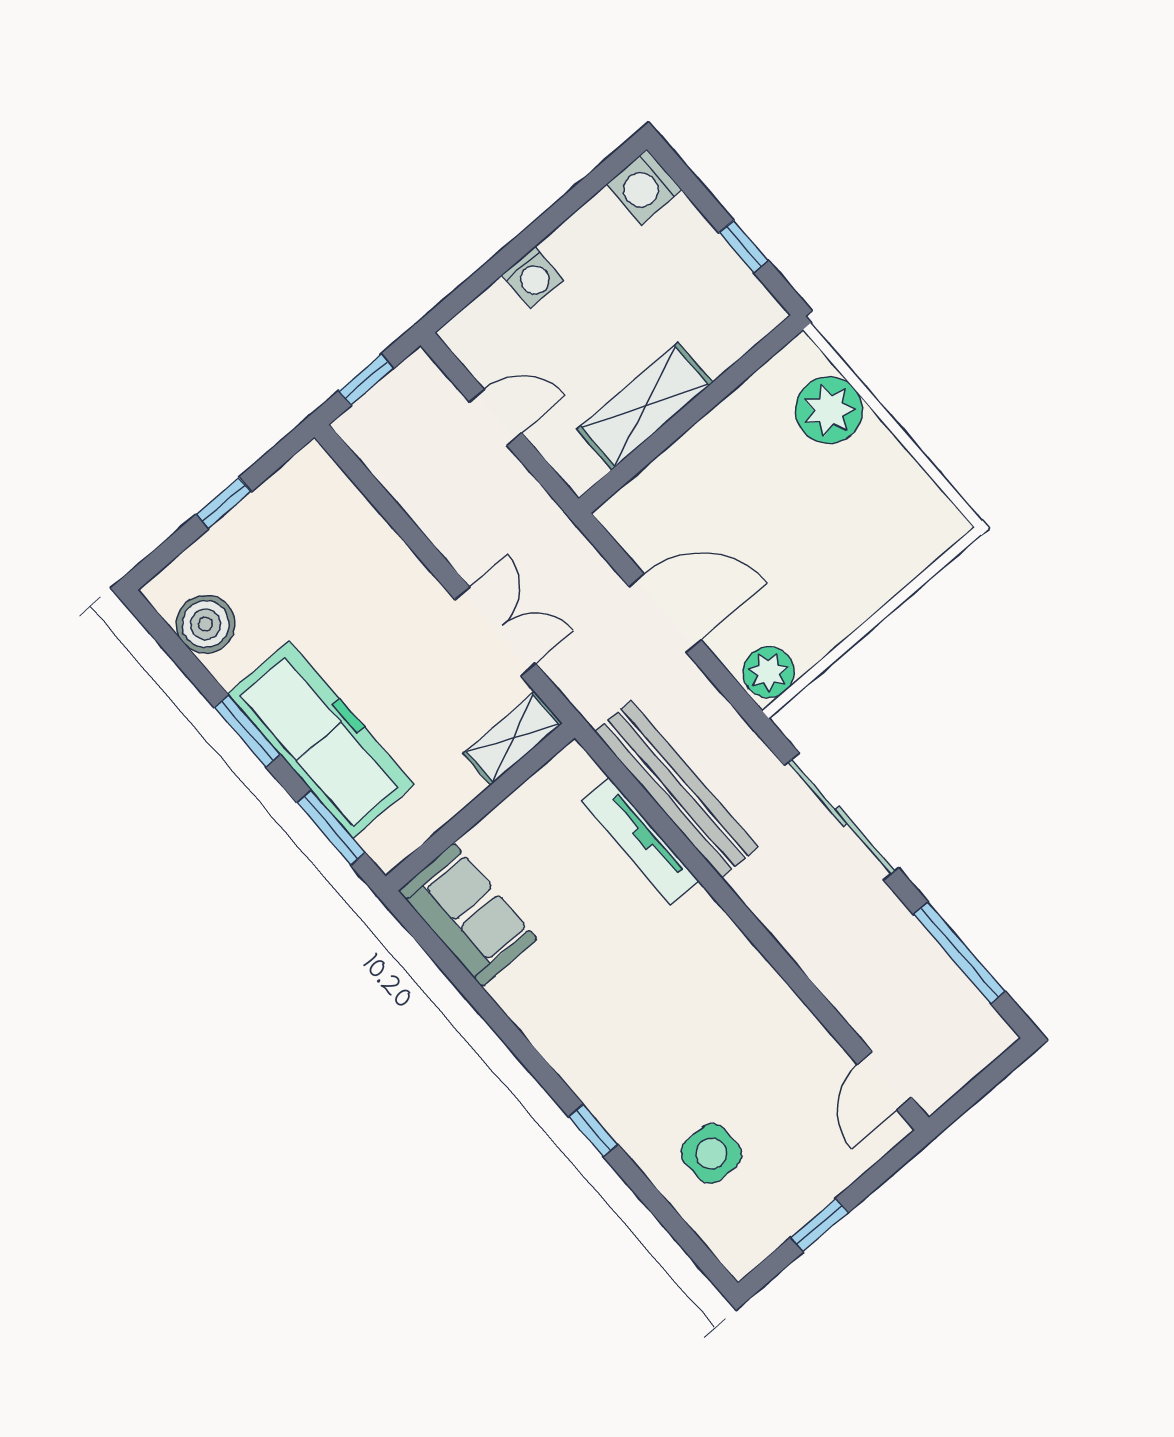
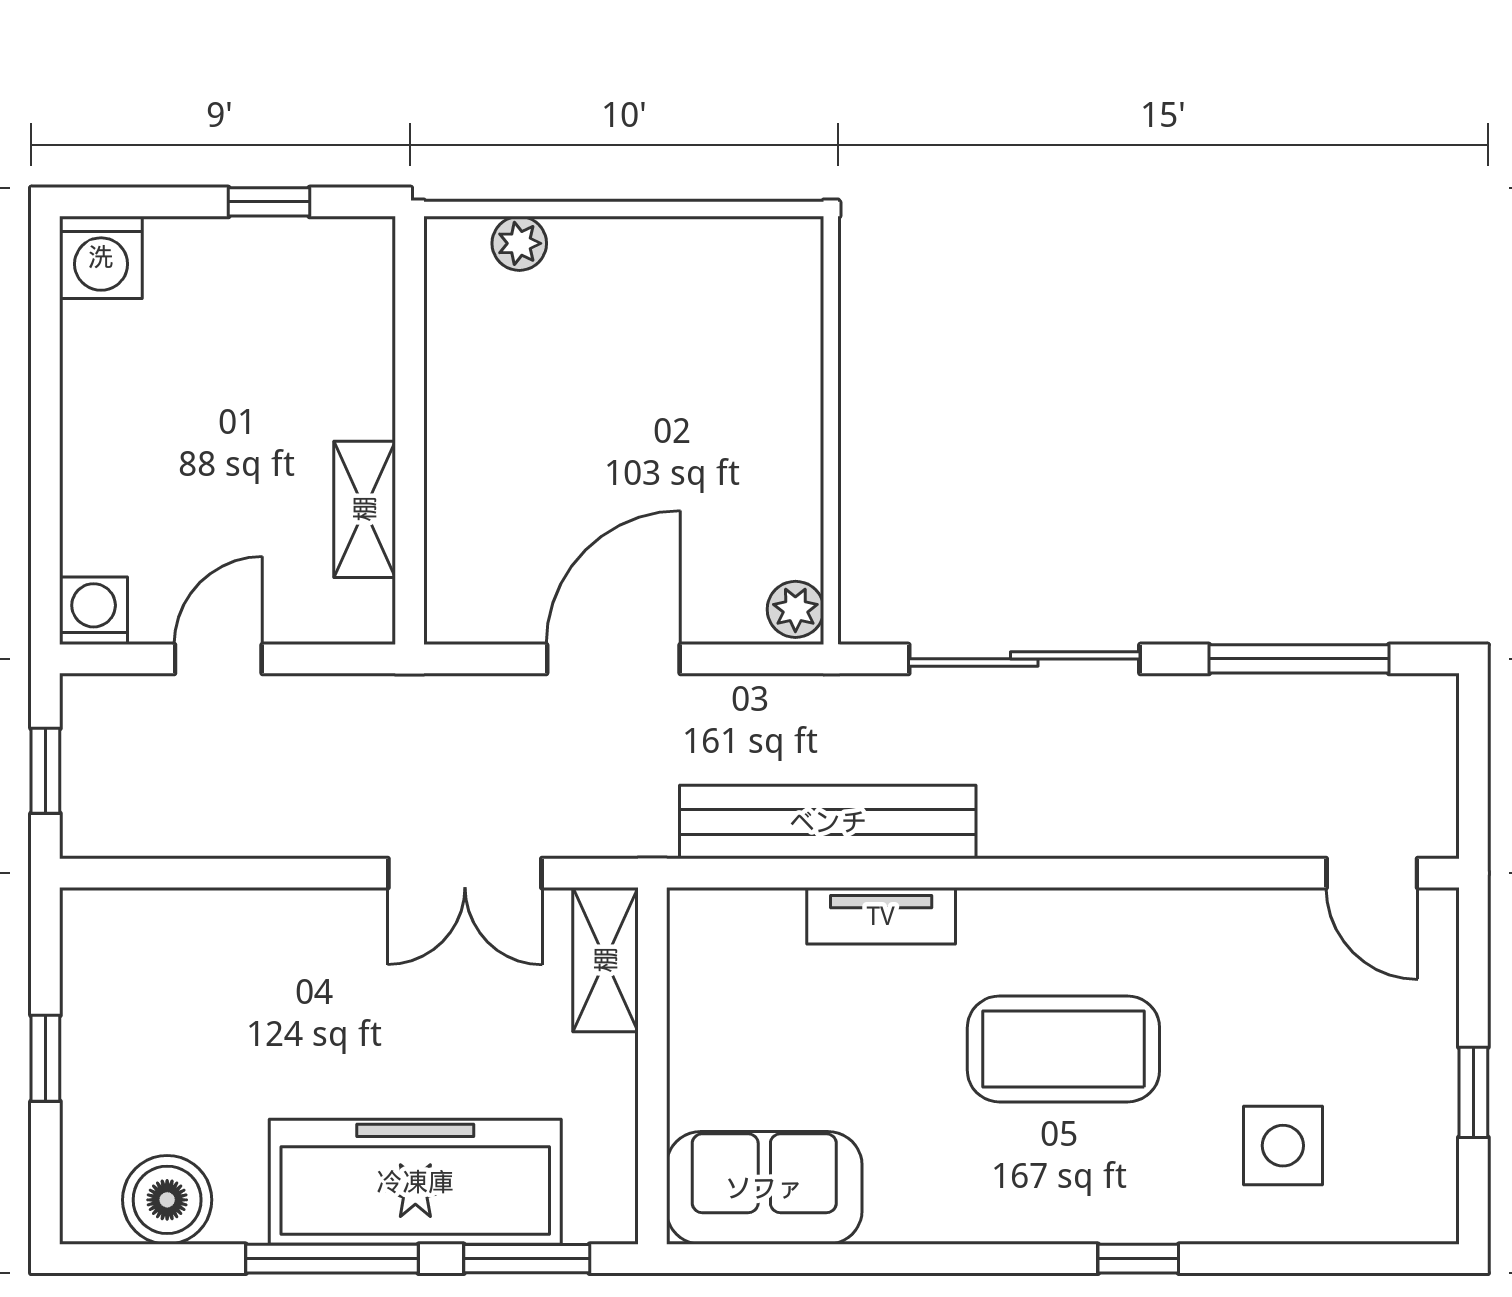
washing machine: (533, 277) -> (94, 611), moved, turned -90
shelving: (645, 406) -> (365, 509), width x0.67, depth x0.75
plant: (829, 410) -> (519, 243), width x0.53, depth x0.53
double door: (495, 631) -> (465, 873), swing flipped
plant: (768, 672) -> (795, 609), width x0.73, depth x0.73
window: (247, 731) -> (332, 1259), width x1.44
tv unit: (640, 841) -> (881, 916), width x0.71
coffee table: (665, 1003) -> (1063, 1049), added

